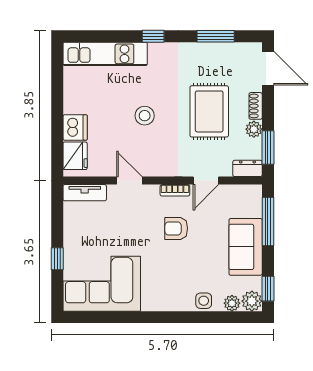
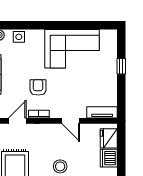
armchair: (176, 228) -> (38, 87), turned -90
corner sofa: (102, 284) -> (72, 49), moved

